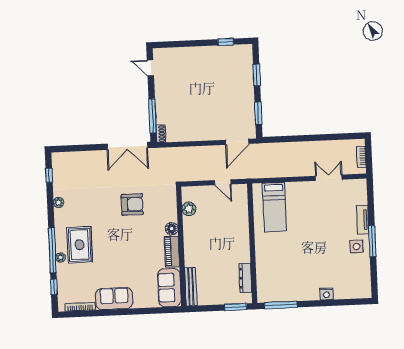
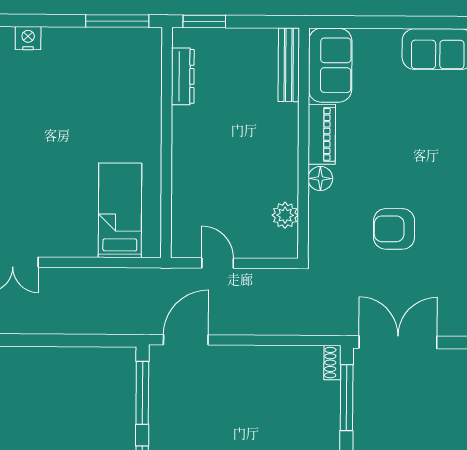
window: (258, 113) -> (142, 393), width x1.44

